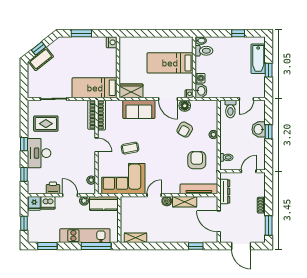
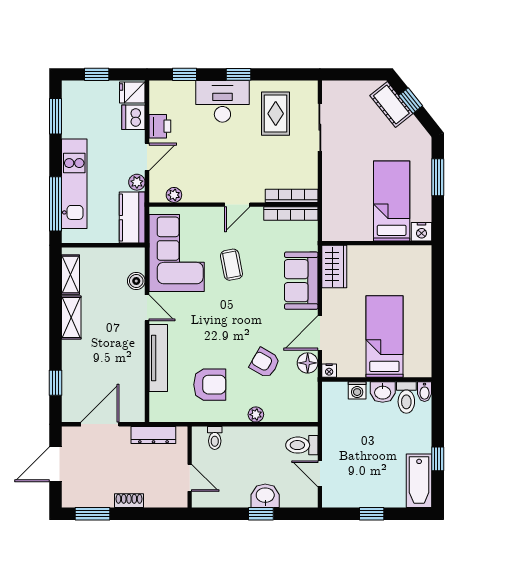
bathtub: (258, 59) -> (419, 481), moved, turned -90
bed: (95, 88) -> (392, 201), moved
washbasin: (201, 91) -> (383, 392), moved
tv unit: (199, 189) -> (158, 358), moved
boiler: (167, 201) -> (136, 281), moved
shelving: (185, 202) -> (71, 318), moved

